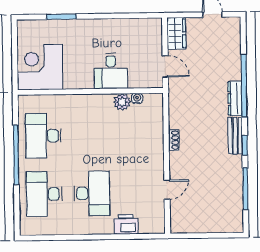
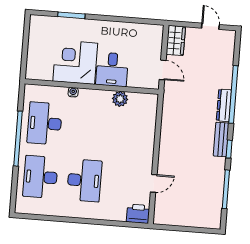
corner desk: (40, 67) -> (75, 62), moved
water cooler: (137, 98) -> (73, 92), moved
shoe rack: (174, 140) -> (164, 138), removed
printer: (126, 224) -> (138, 214), moved

